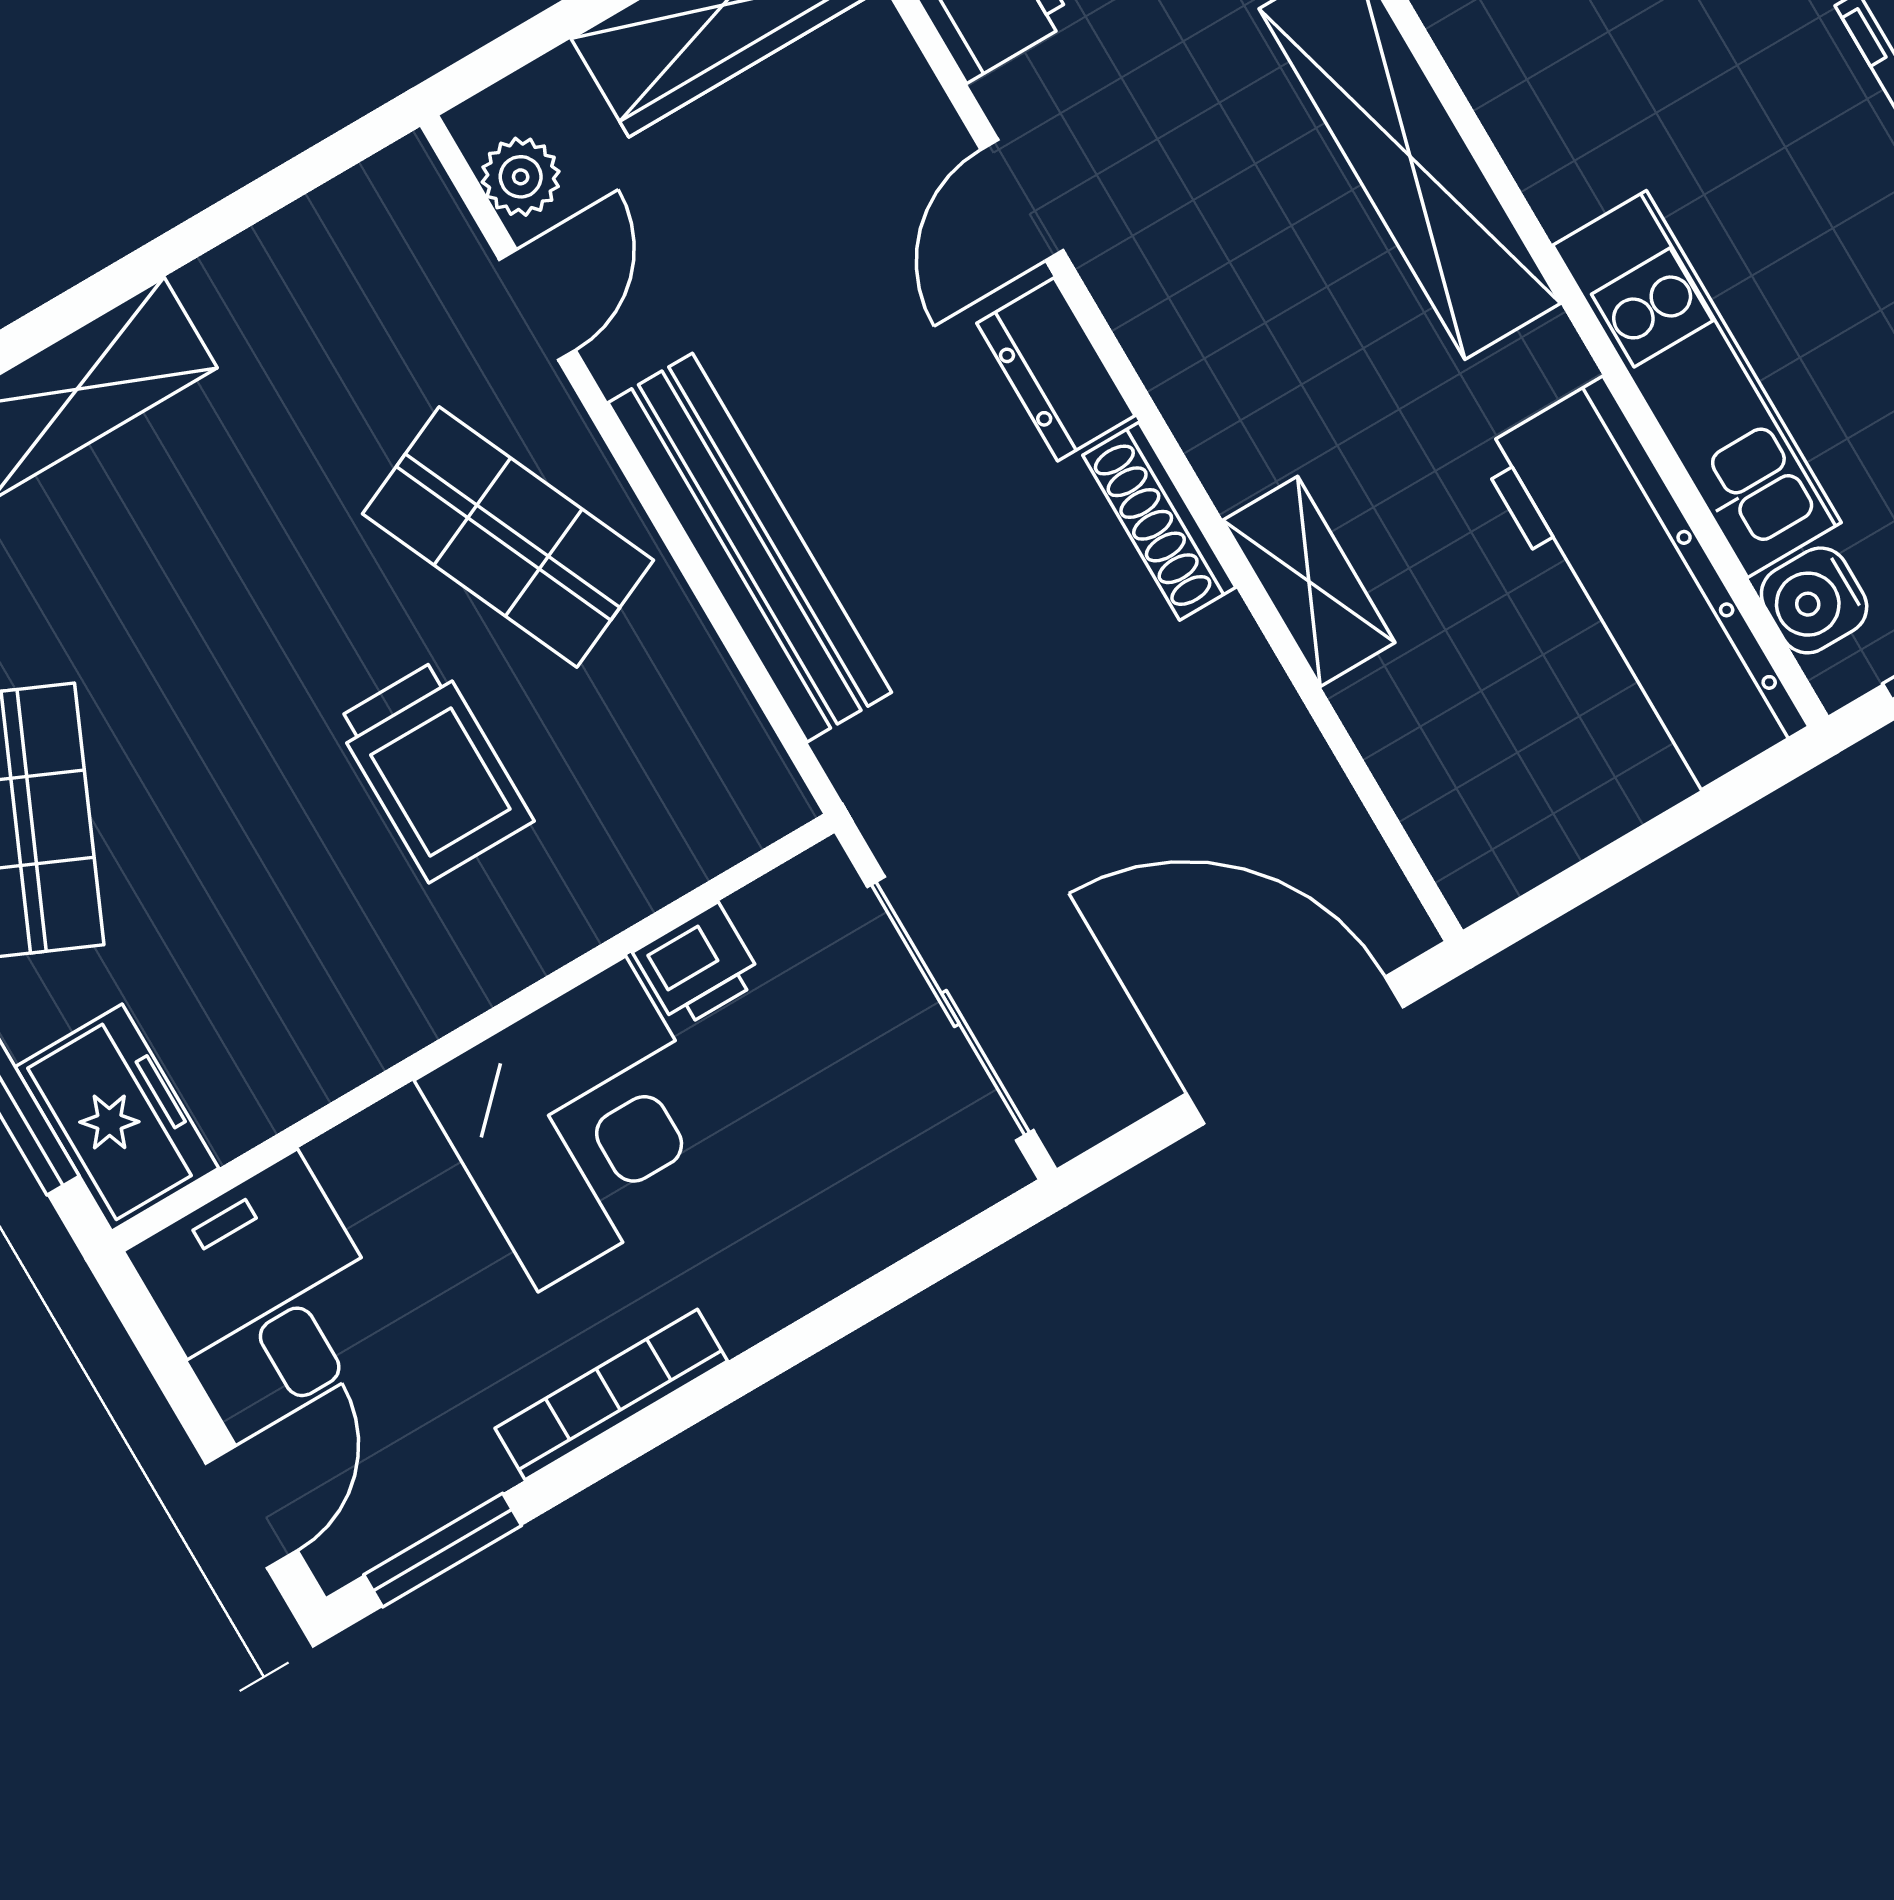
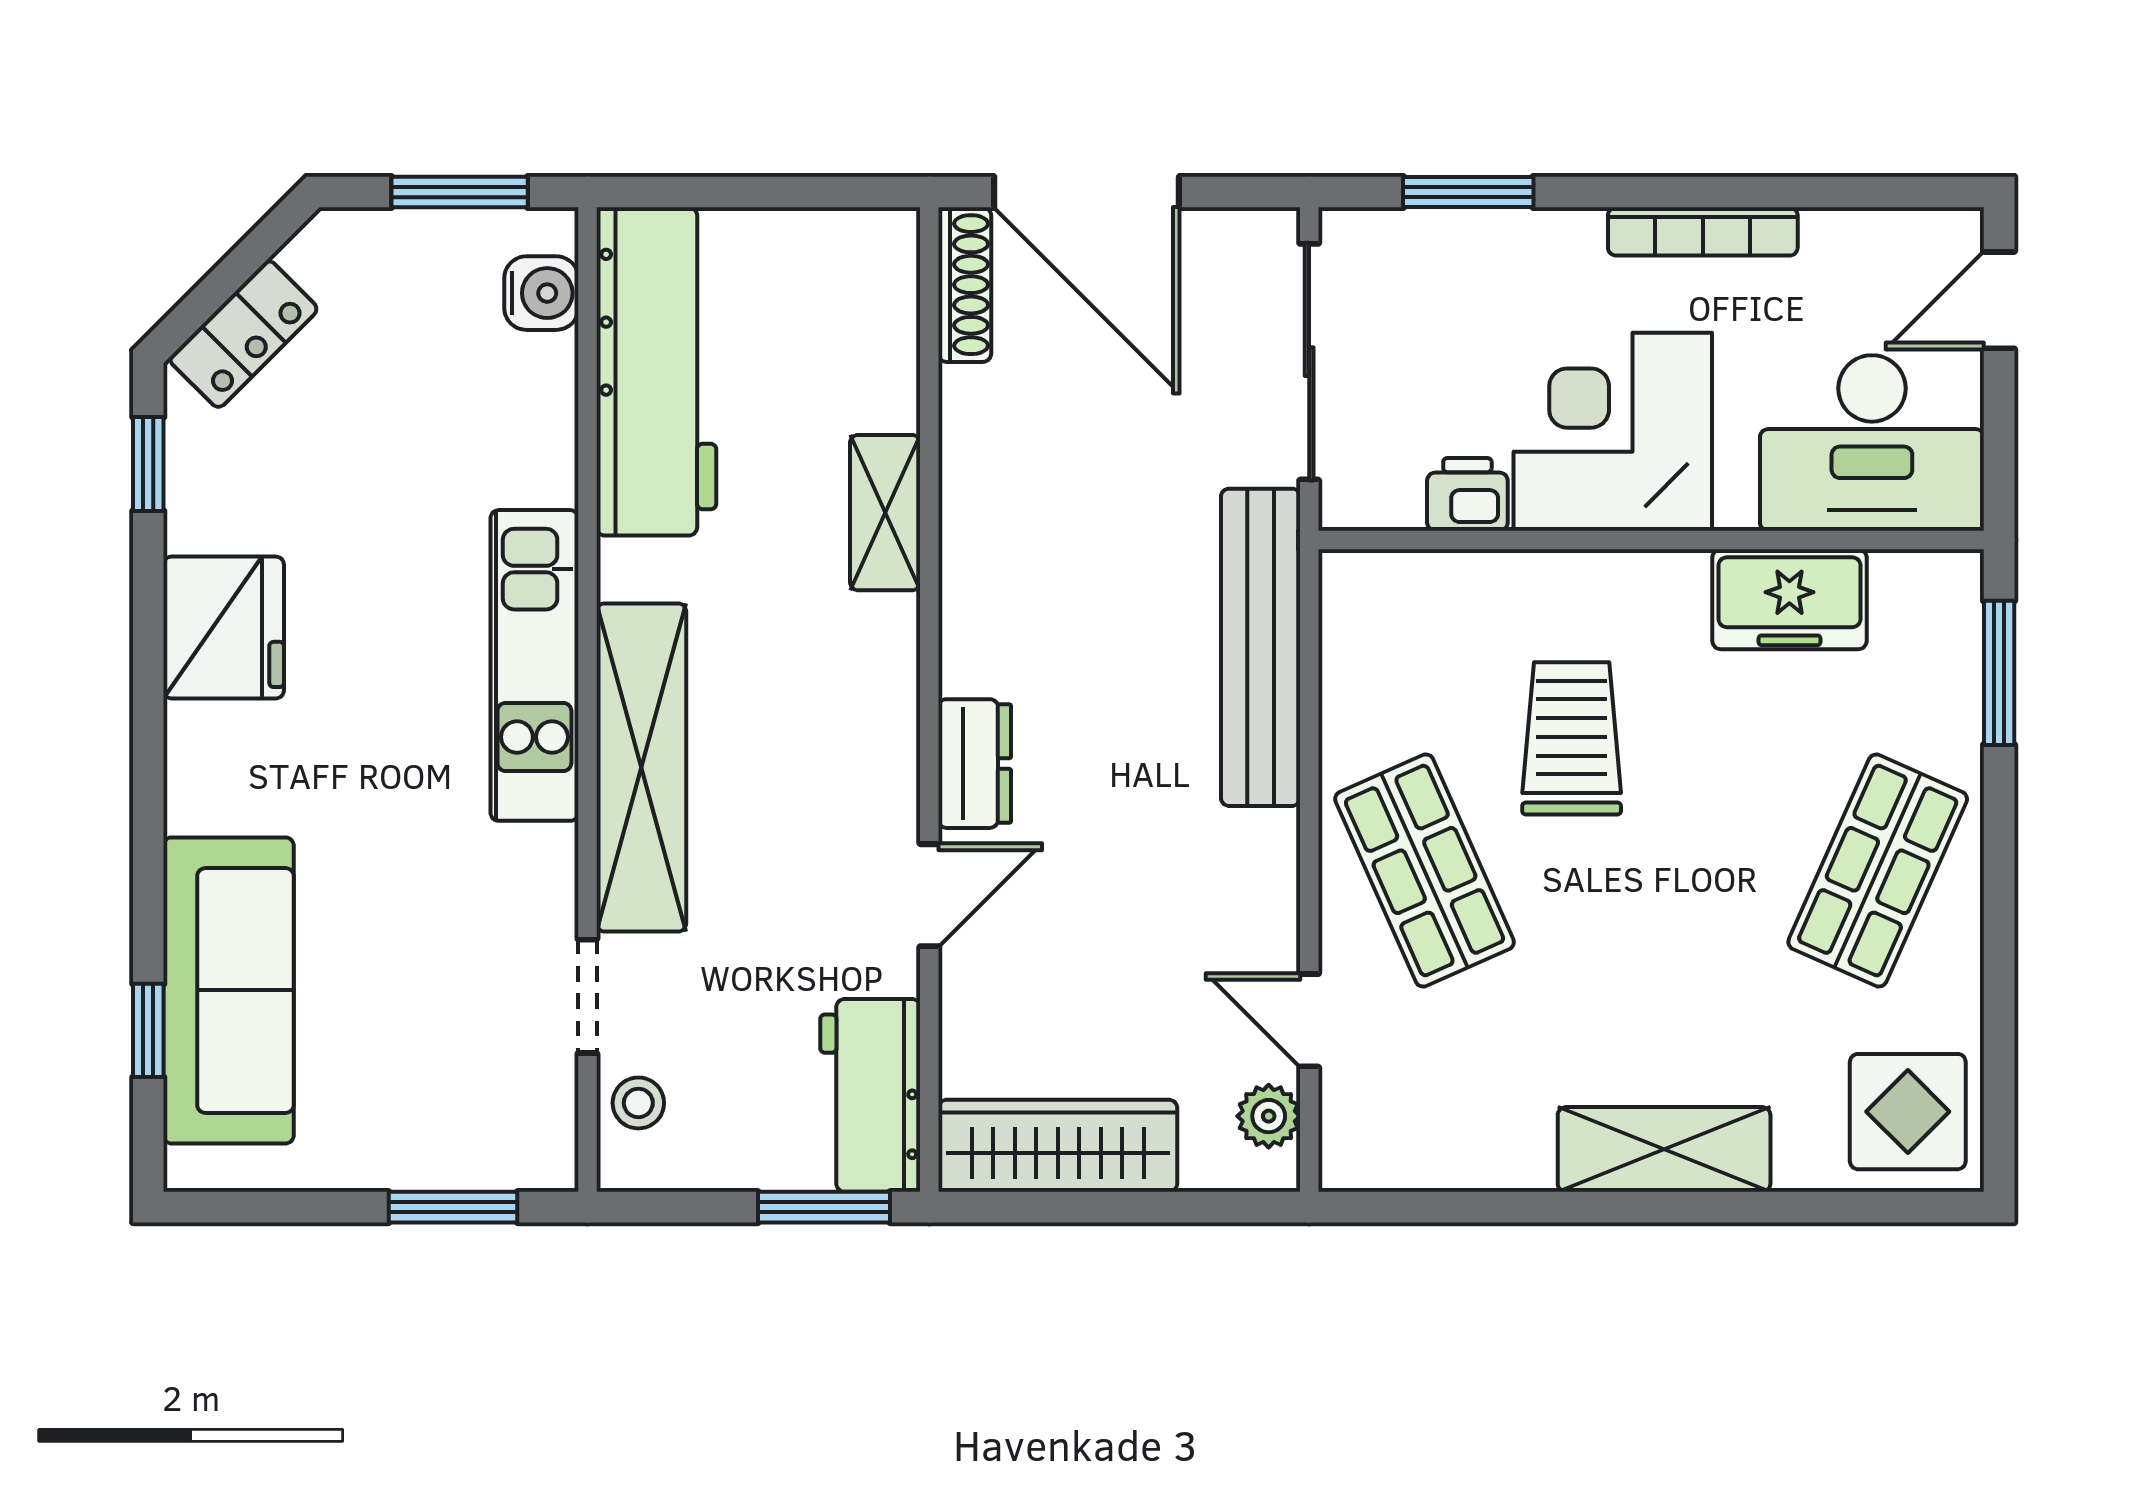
door: (537, 305) -> (1309, 1020), hinge flipped
kitchen unit: (1697, 384) -> (534, 665), moved
shoe rack: (1159, 521) -> (965, 285), moved
bench: (750, 548) -> (1261, 647), moved
freezer: (117, 1118) -> (1789, 599), moved, turned -90
desk: (265, 1294) -> (1872, 443), width x1.37
window: (443, 1550) -> (1468, 192), moved

